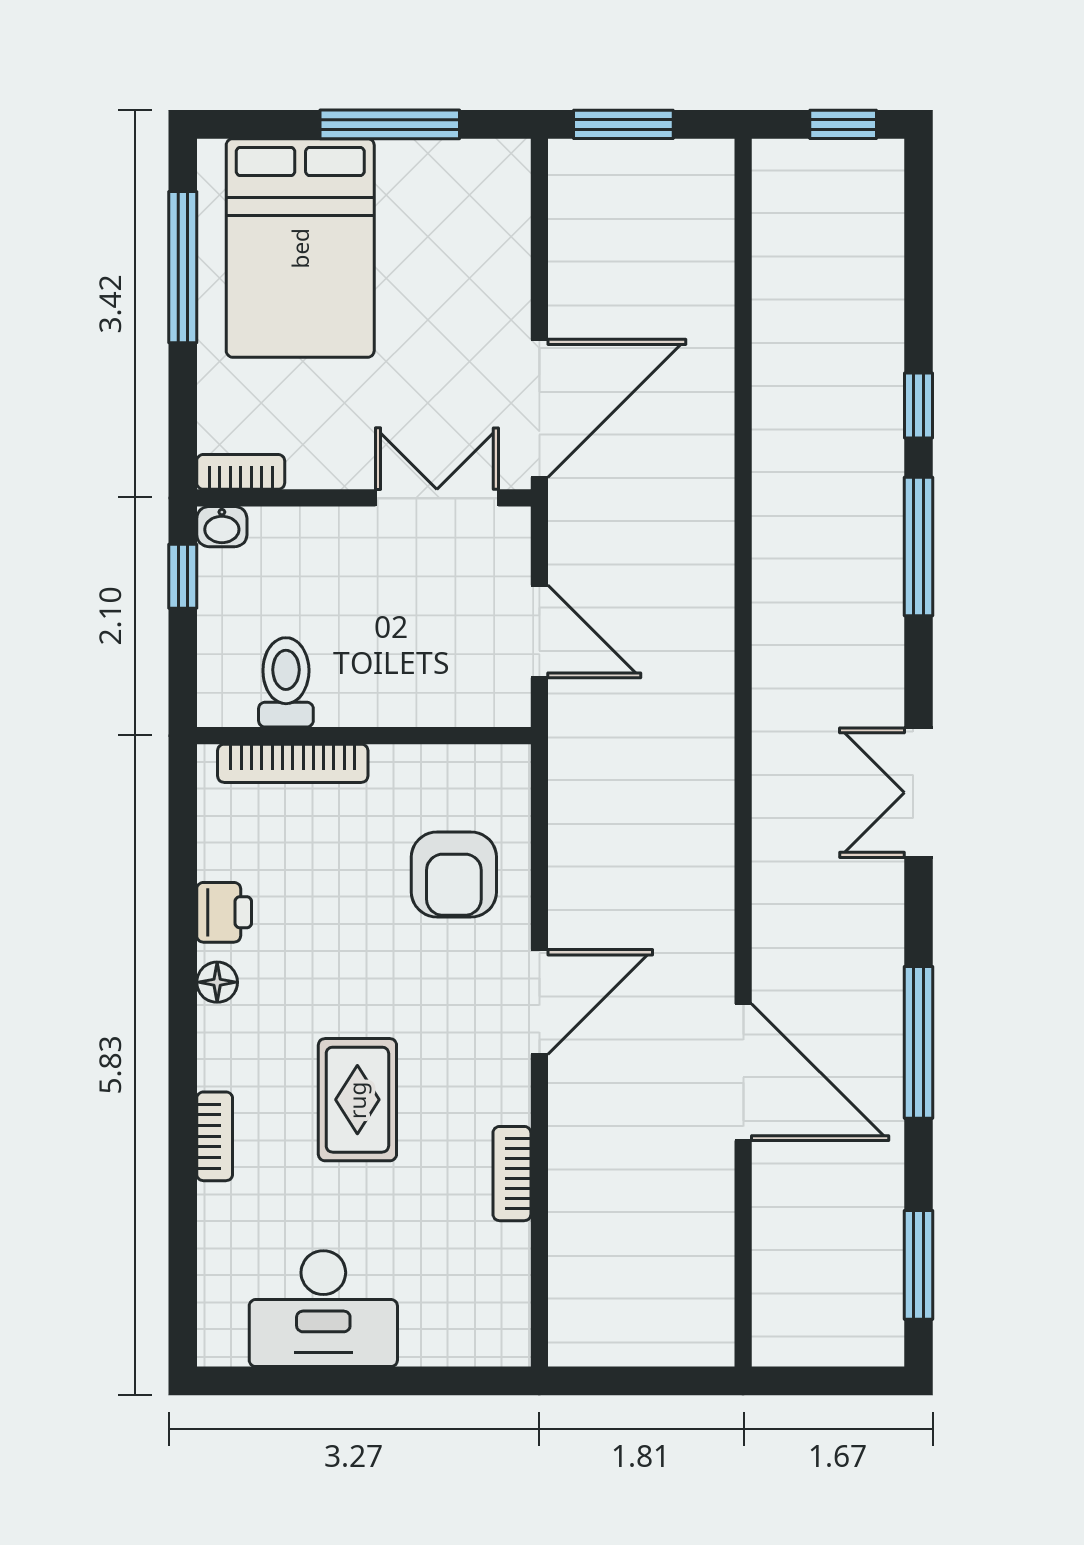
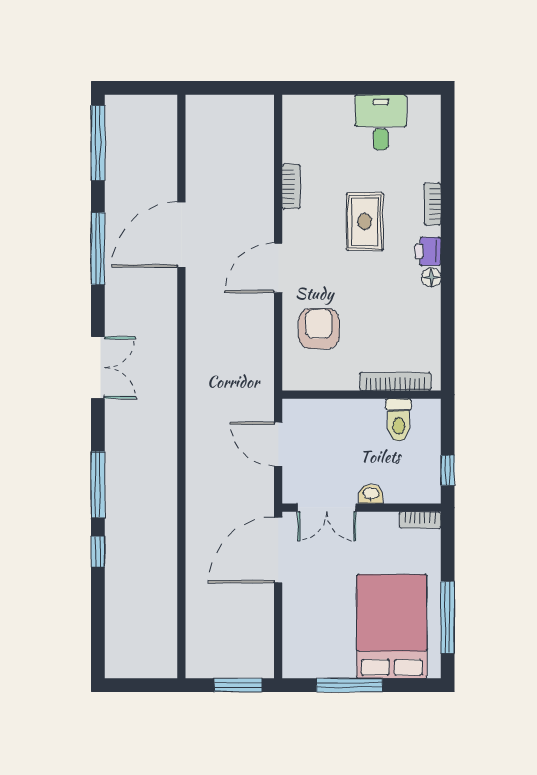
window: (843, 124) -> (134, 685), removed
washbasin: (222, 527) -> (371, 494), moved
printer: (224, 912) -> (428, 251), moved
door: (743, 1072) -> (181, 235), hinge flipped
window: (919, 1265) -> (98, 143), width x1.44
desk: (323, 1309) -> (381, 122), width x0.73

